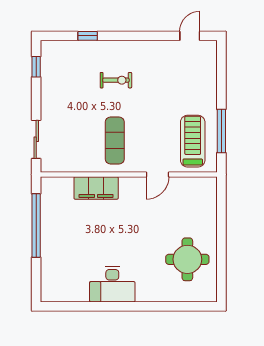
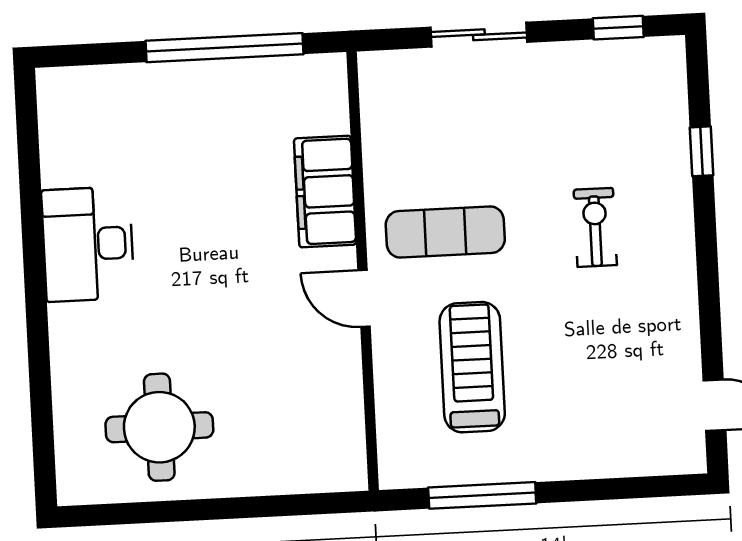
exercise bike: (116, 80) -> (595, 227), turned 180
sliding door: (36, 139) -> (479, 35), moved
treadmill: (193, 141) -> (472, 367), moved, turned -90
door: (157, 174) -> (364, 299), moved

